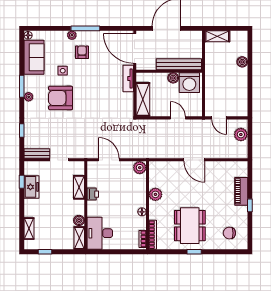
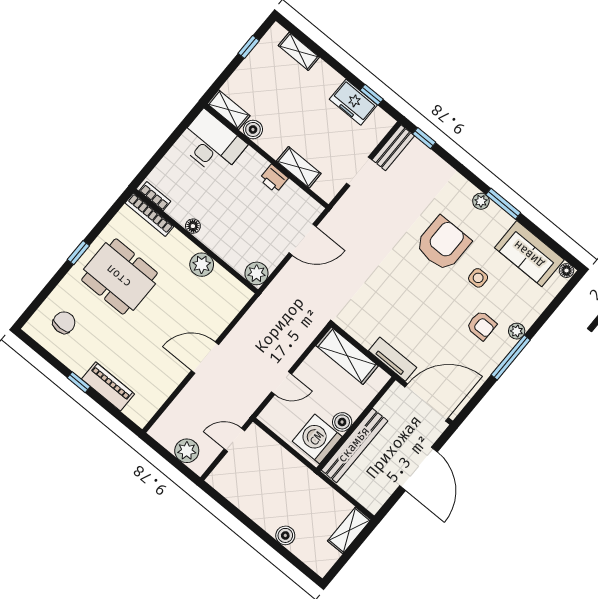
window: (22, 130) -> (424, 138), moved

